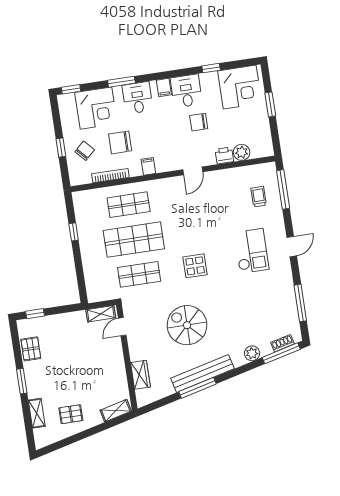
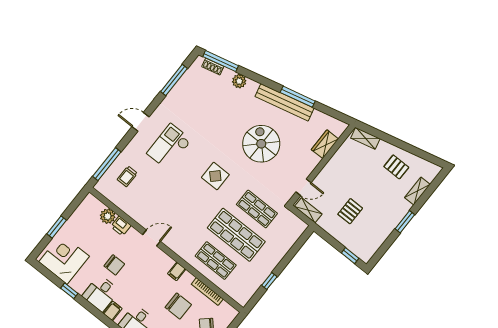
spiral stairs: (187, 325) -> (261, 144), turned 180
pallet: (31, 349) -> (350, 211), moved

